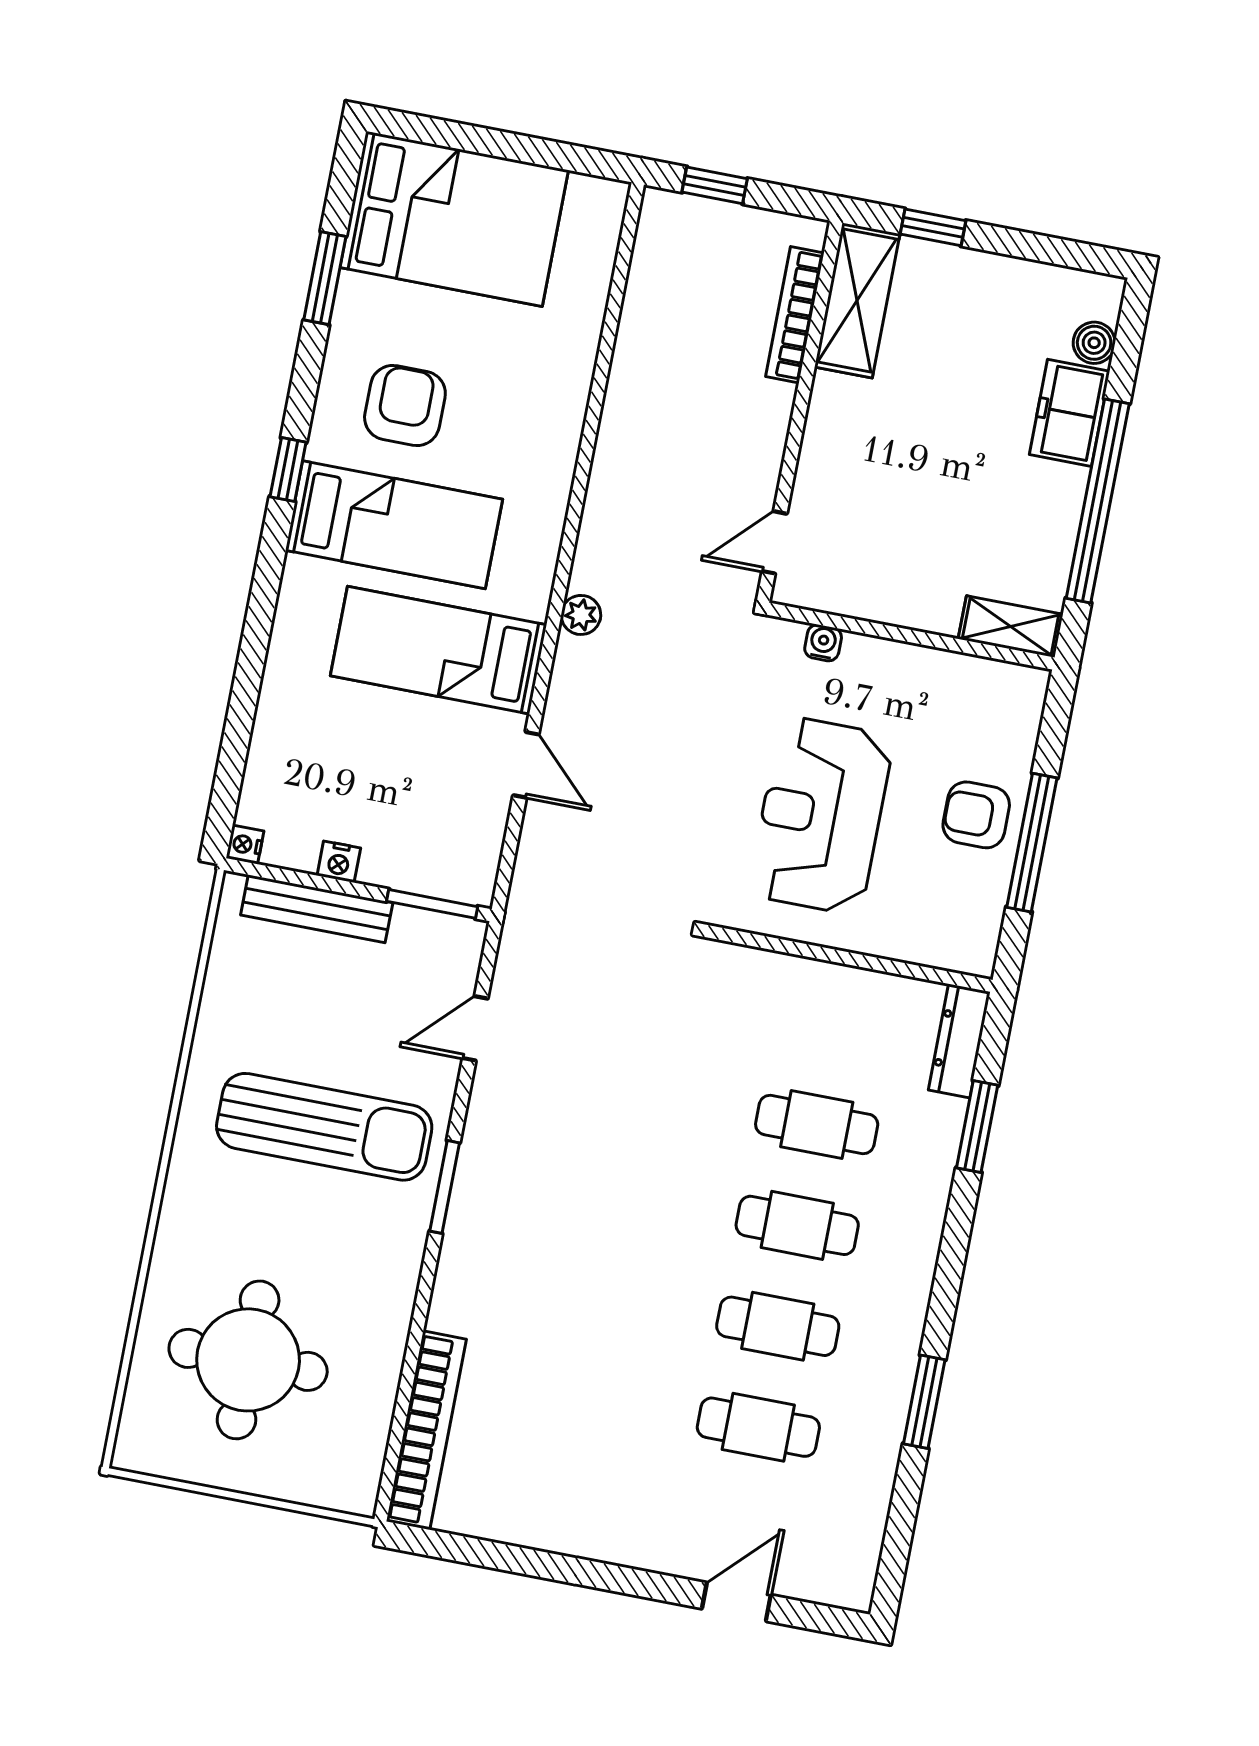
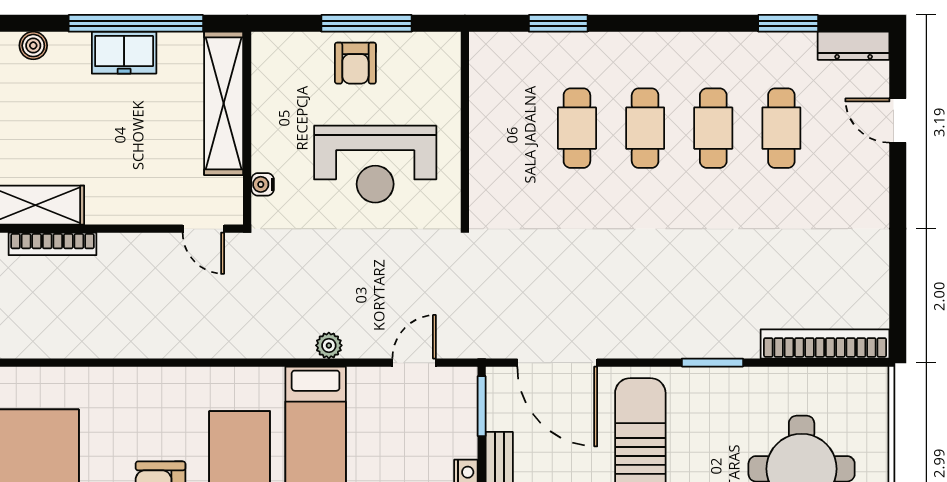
freezer: (1070, 413) -> (124, 53), moved
plant: (581, 615) -> (329, 345), moved
shelving: (1011, 627) -> (224, 103), width x2.20, depth x1.33
door: (526, 765) -> (414, 363), moved
door: (475, 1028) -> (557, 363), width x1.87
dresser: (959, 1041) -> (854, 46), moved
window: (445, 1187) -> (712, 363), moved
window: (924, 1402) -> (788, 23), moved

